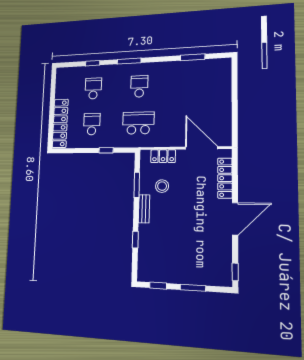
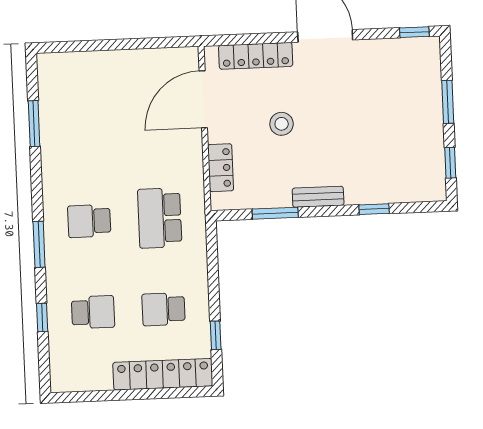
school desk: (93, 88) -> (93, 312), turned 180
window: (106, 150) -> (216, 335), moved
stool: (162, 186) -> (282, 124), moved

